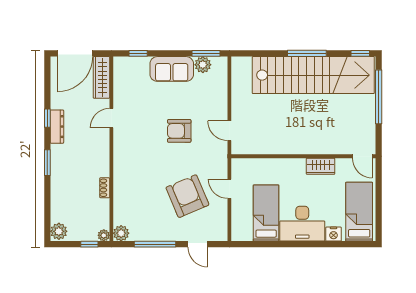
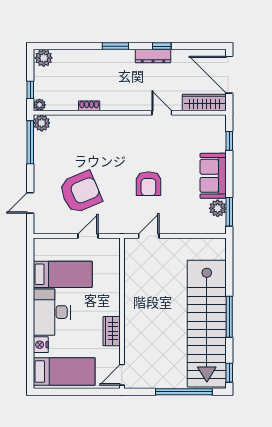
armchair: (179, 131) -> (148, 184), turned 180
window: (155, 244) -> (30, 142), moved

